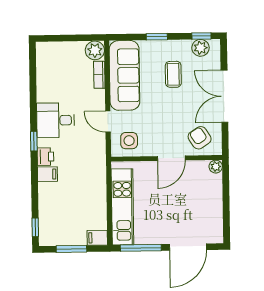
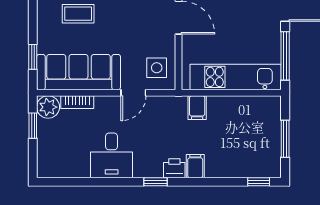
window: (157, 37) -> (33, 57), moved
window: (79, 38) -> (33, 126), added
desk: (56, 120) -> (112, 155), moved
filing cabinet: (97, 238) -> (197, 108), moved

